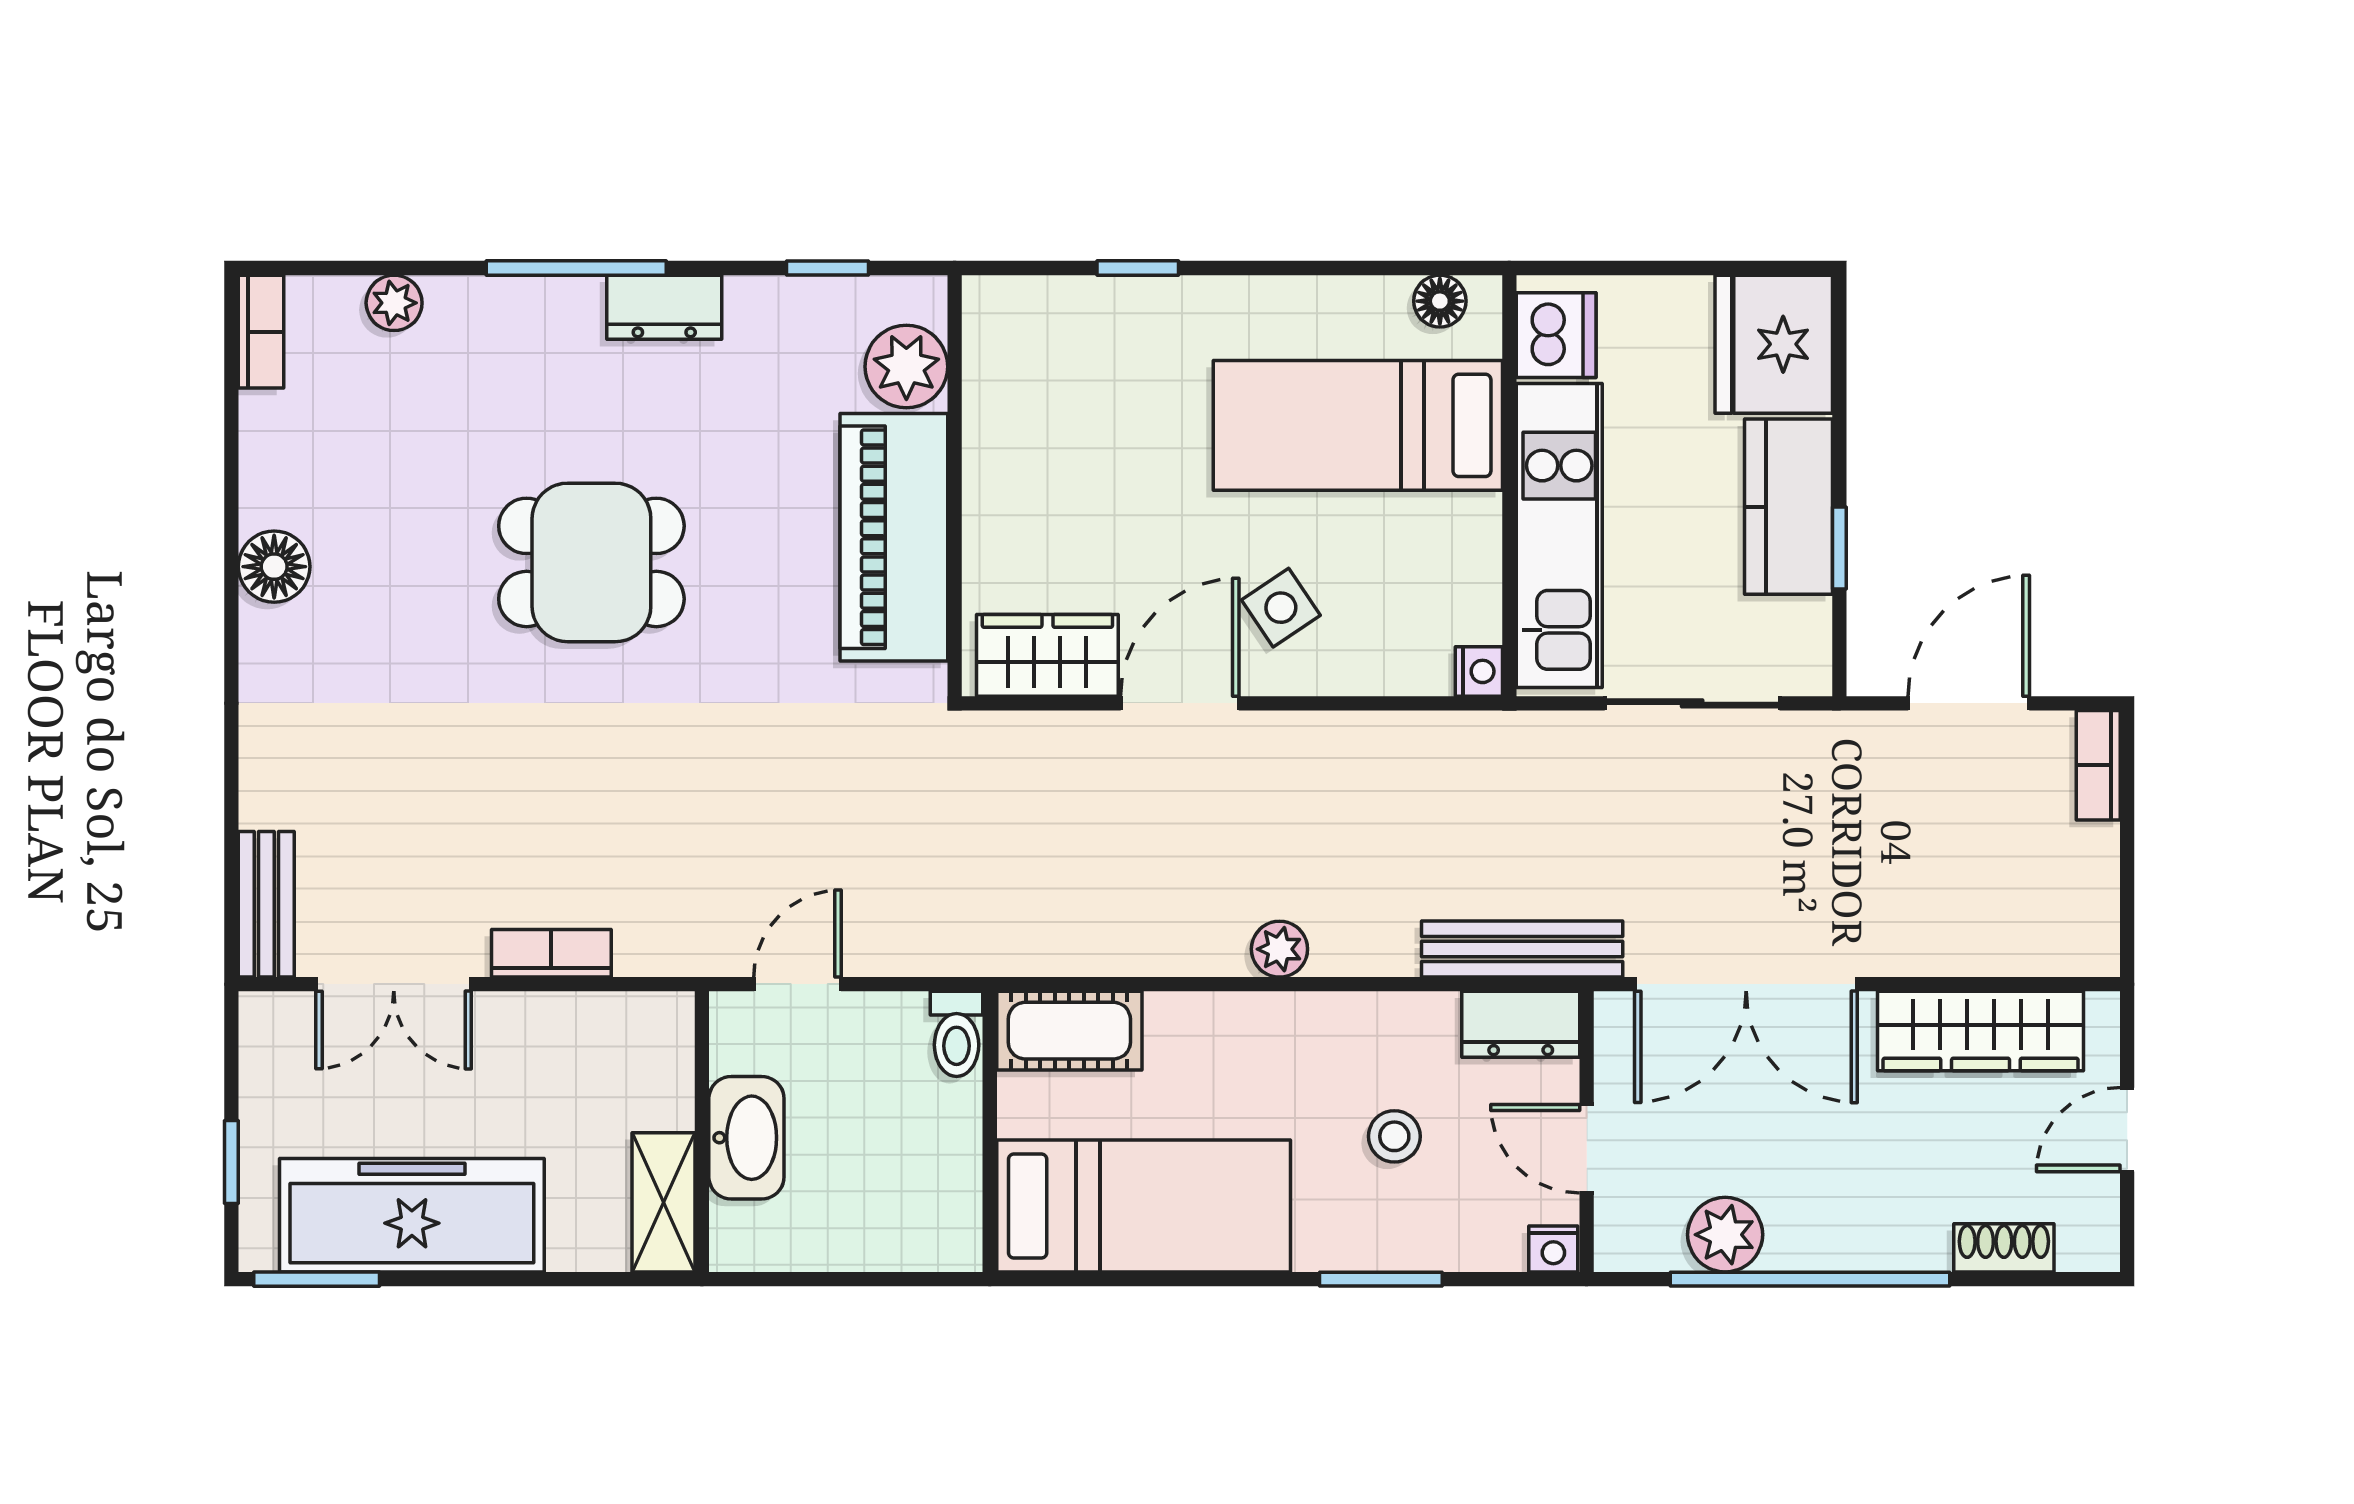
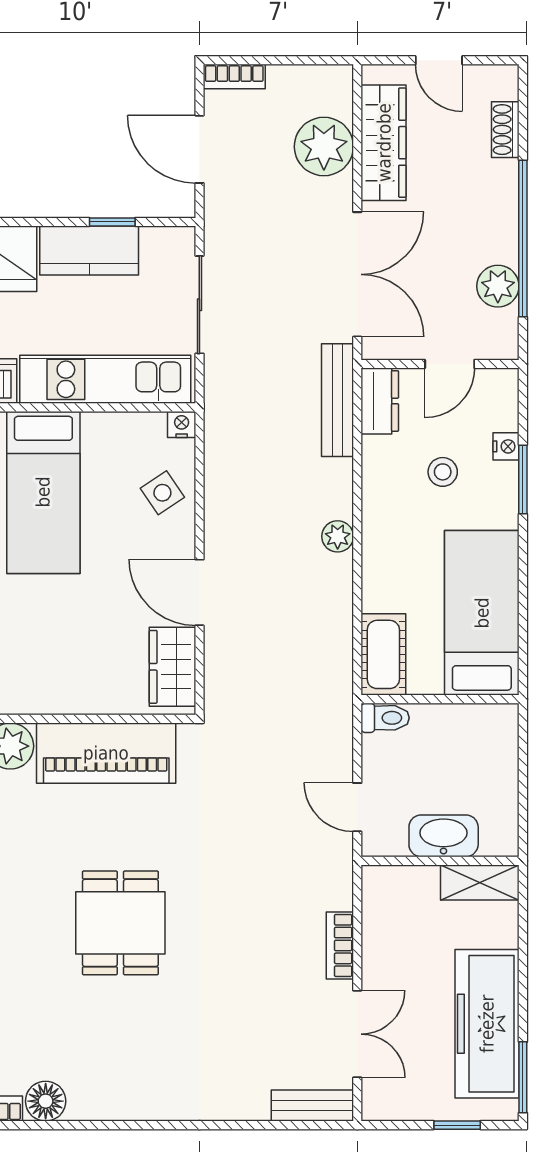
floor lamp: (274, 567) -> (46, 1101), moved
side table: (1281, 608) -> (162, 493), moved
plant: (1974, 925) -> (324, 147), added
nightstand: (1553, 1249) -> (506, 446), moved

